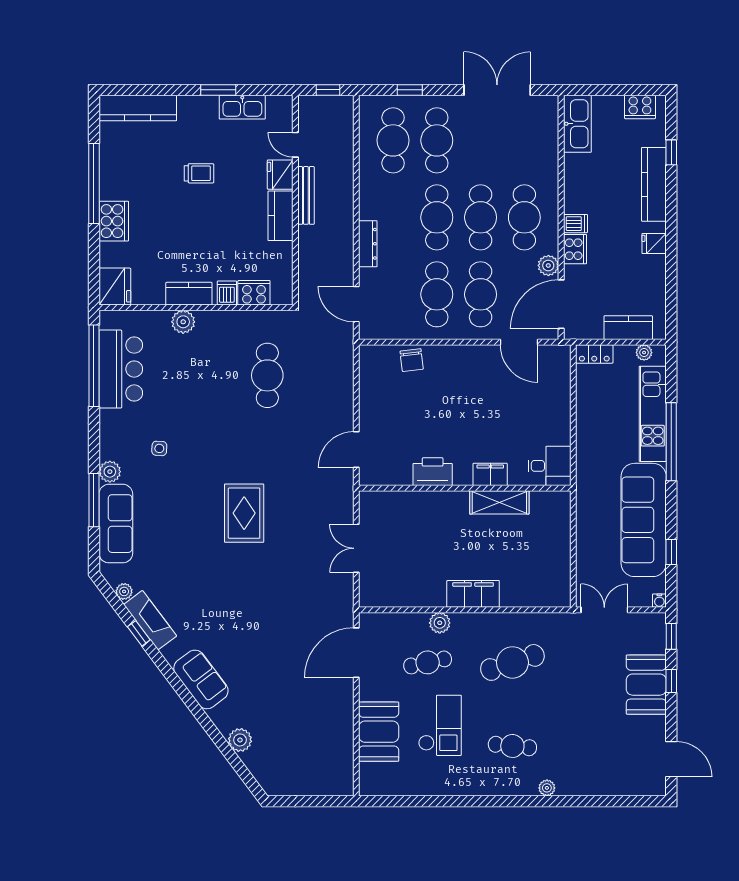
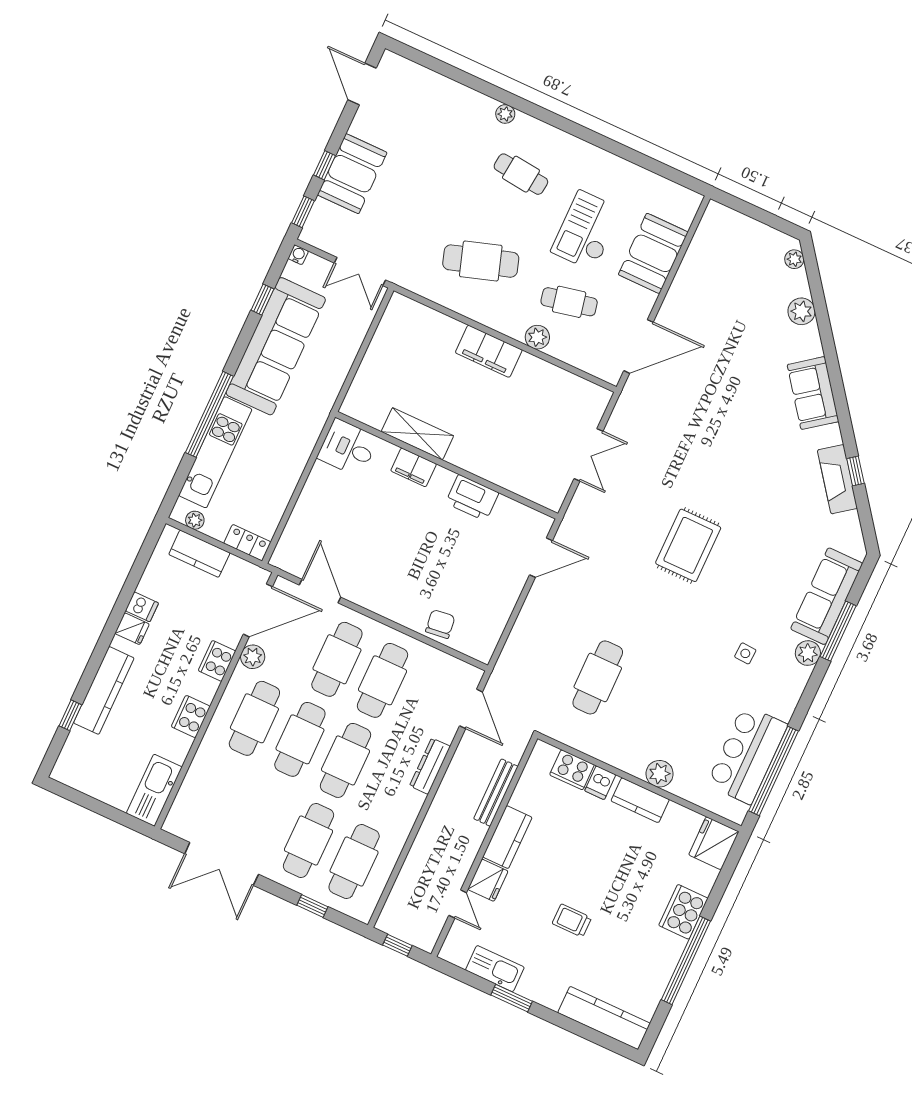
cooker: (640, 107) -> (191, 717), moved, turned -90
bench: (306, 195) -> (496, 793), moved
dishwasher: (575, 224) -> (142, 607), moved, turned 180
plant: (124, 591) -> (794, 259), moved

